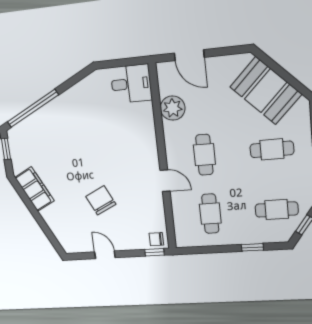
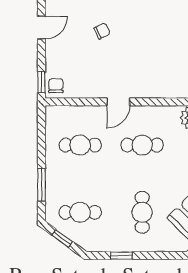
chair: (101, 200) -> (102, 31), width x0.54, depth x0.54
cafe table: (277, 210) -> (80, 212), turned 90
window: (252, 247) -> (41, 185), width x1.50

